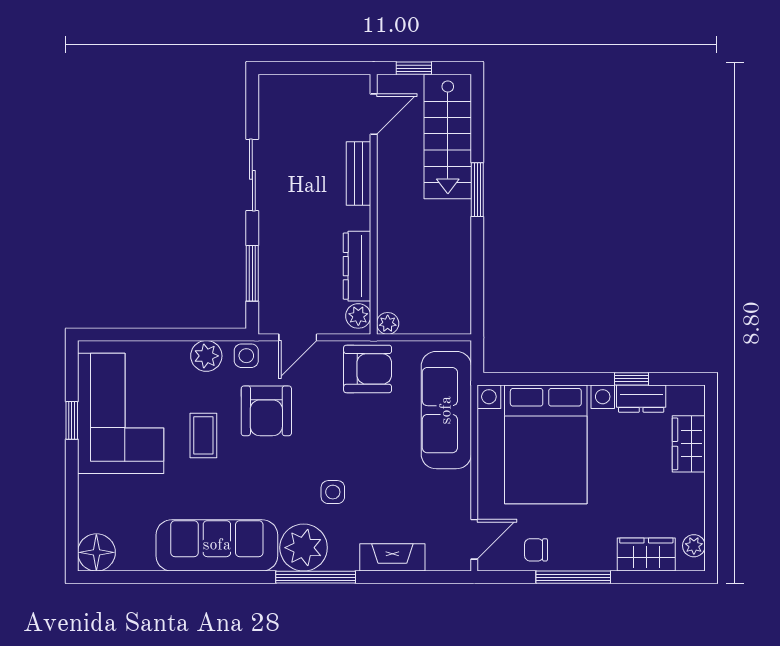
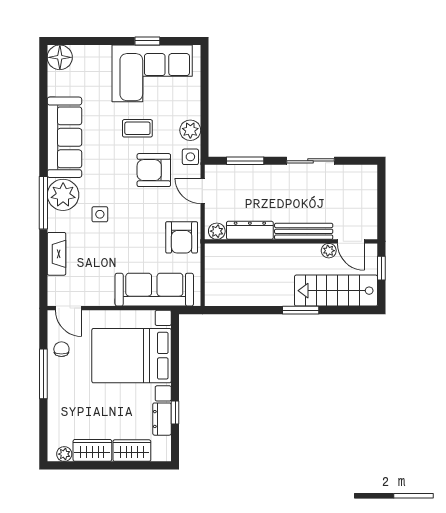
bench: (358, 174) -> (304, 231), width x1.36
plant: (388, 323) -> (329, 251), moved
wardrobe: (646, 554) -> (92, 450), moved, turned -90

